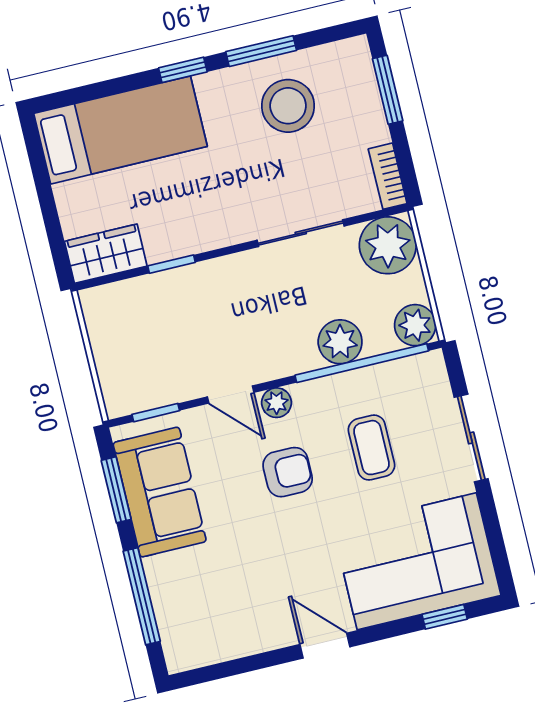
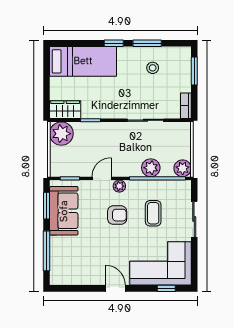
stool: (288, 106) -> (153, 68), width x0.53, depth x0.53
plant: (388, 245) -> (61, 134), moved
door: (231, 395) -> (102, 178), swing flipped

